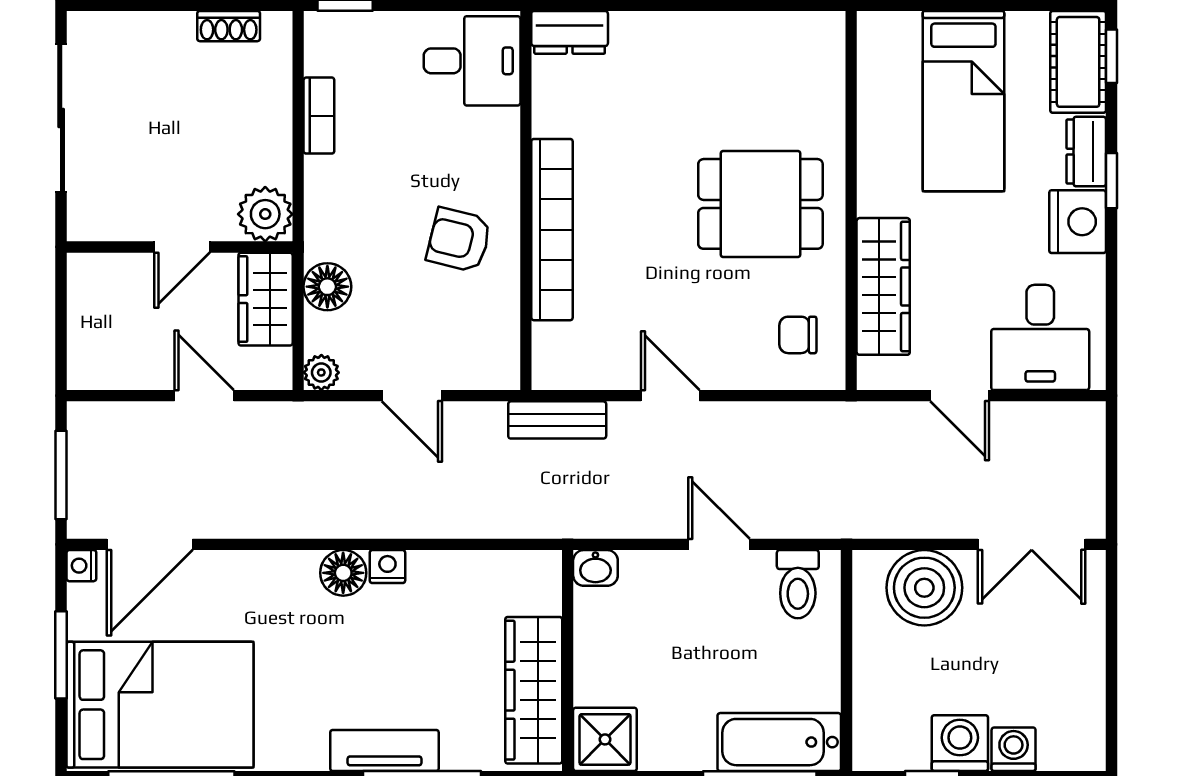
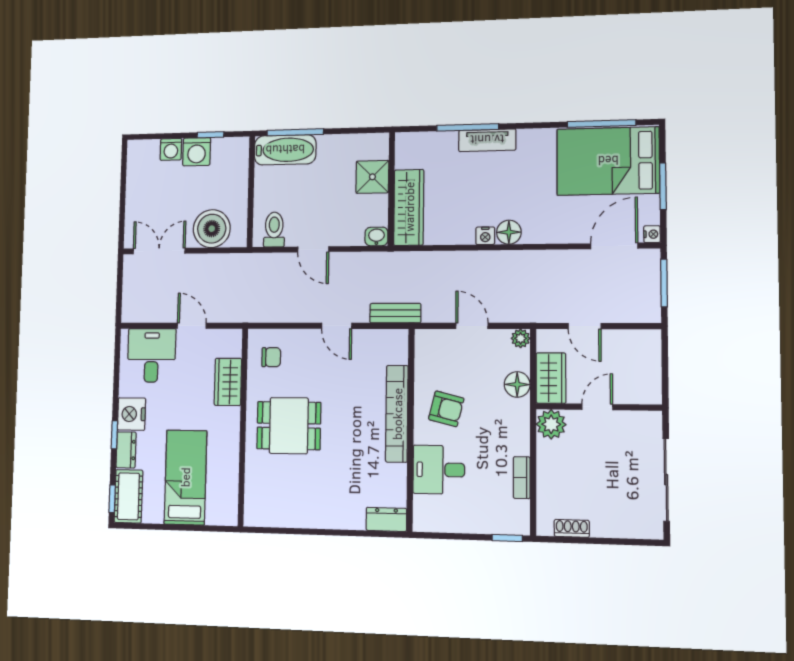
desk: (472, 61) -> (439, 470), moved
wardrobe: (883, 286) -> (228, 382), width x0.67
wardrobe: (534, 690) -> (409, 207), moved
shower: (605, 739) -> (372, 177), moved

